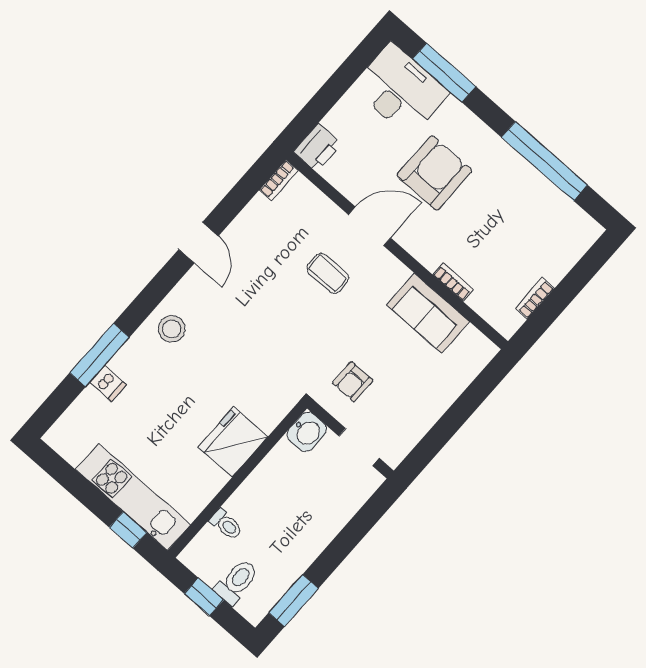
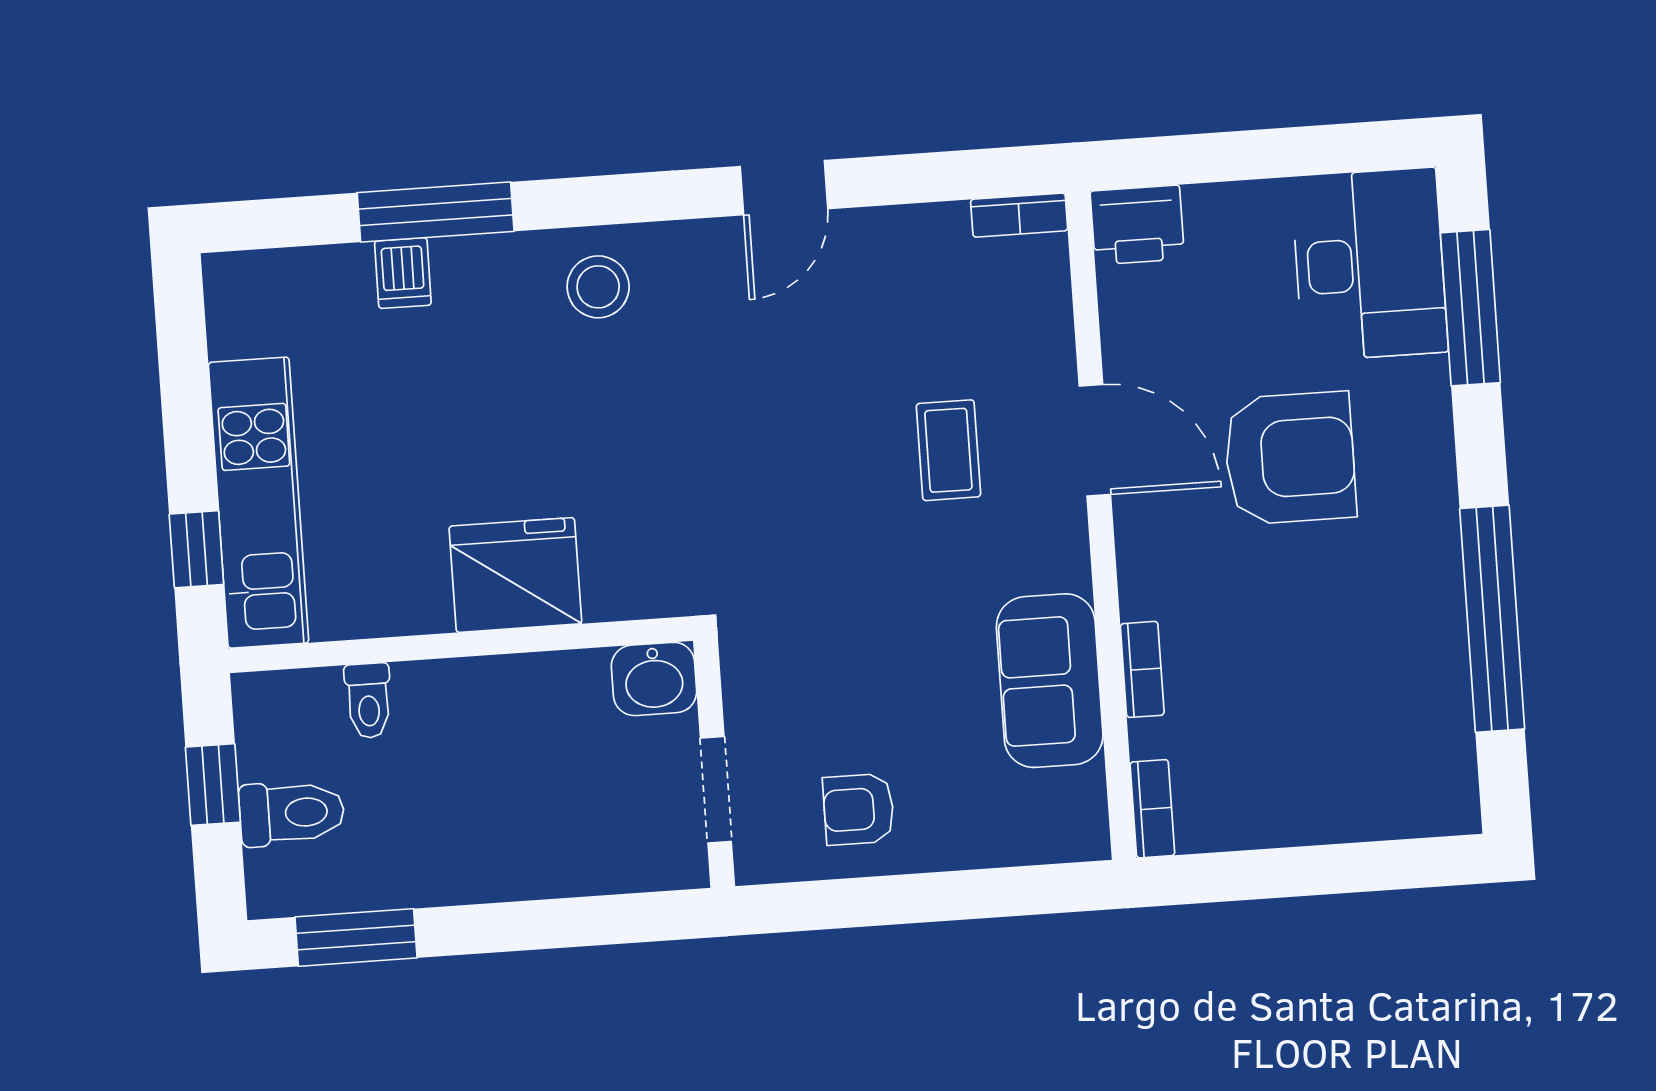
bookcase: (535, 298) -> (1152, 809), moved, turned 90
armchair: (353, 382) -> (859, 809), moved

